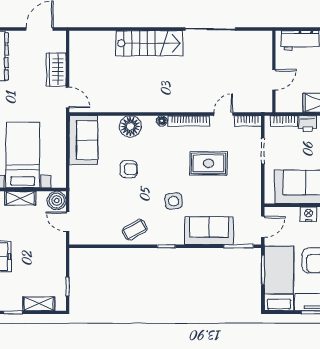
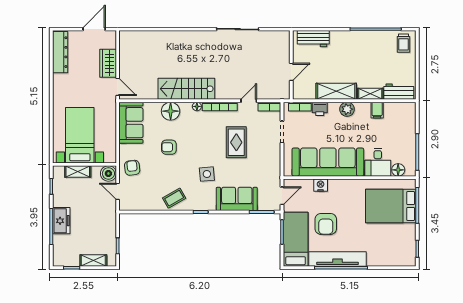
stairs: (149, 43) -> (186, 89), moved, turned 180
rug: (209, 163) -> (236, 142), turned 90
armchair: (129, 169) -> (169, 147), turned 180
armchair: (85, 194) -> (132, 168), added

